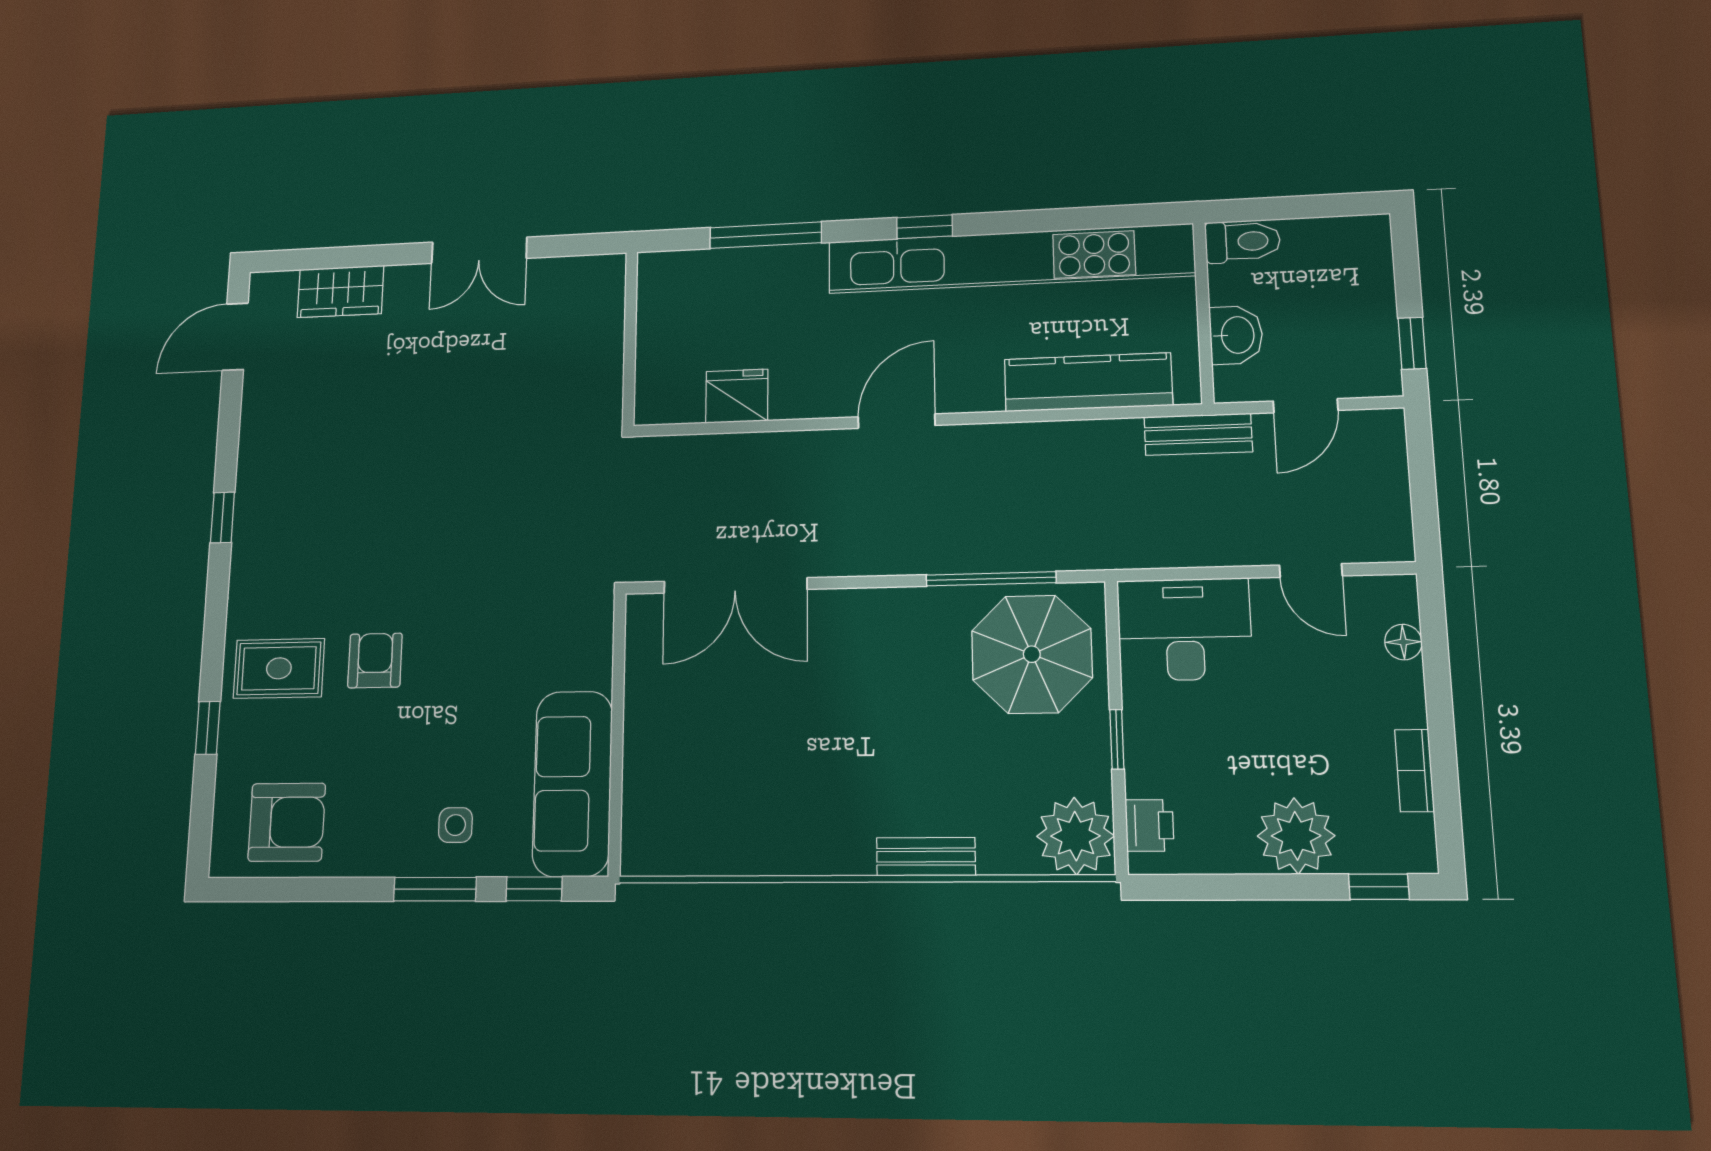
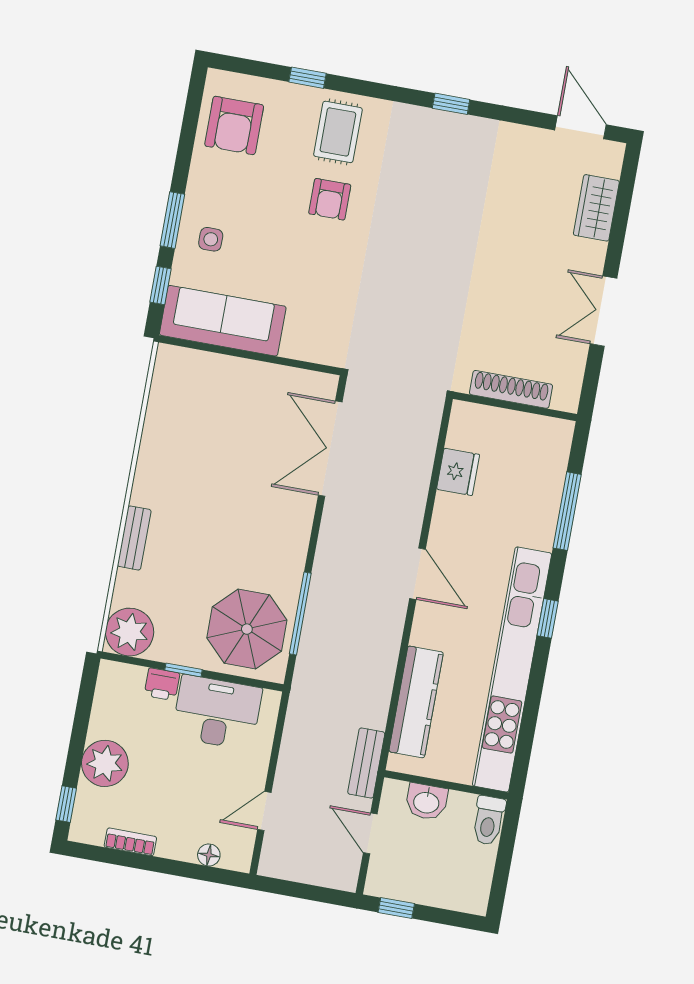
shoe rack: (607, 349) -> (511, 389), added
desk: (1184, 629) -> (217, 712), moved, turned -90
armchair: (375, 661) -> (330, 199), turned 90
printer: (1149, 825) -> (162, 684), moved

